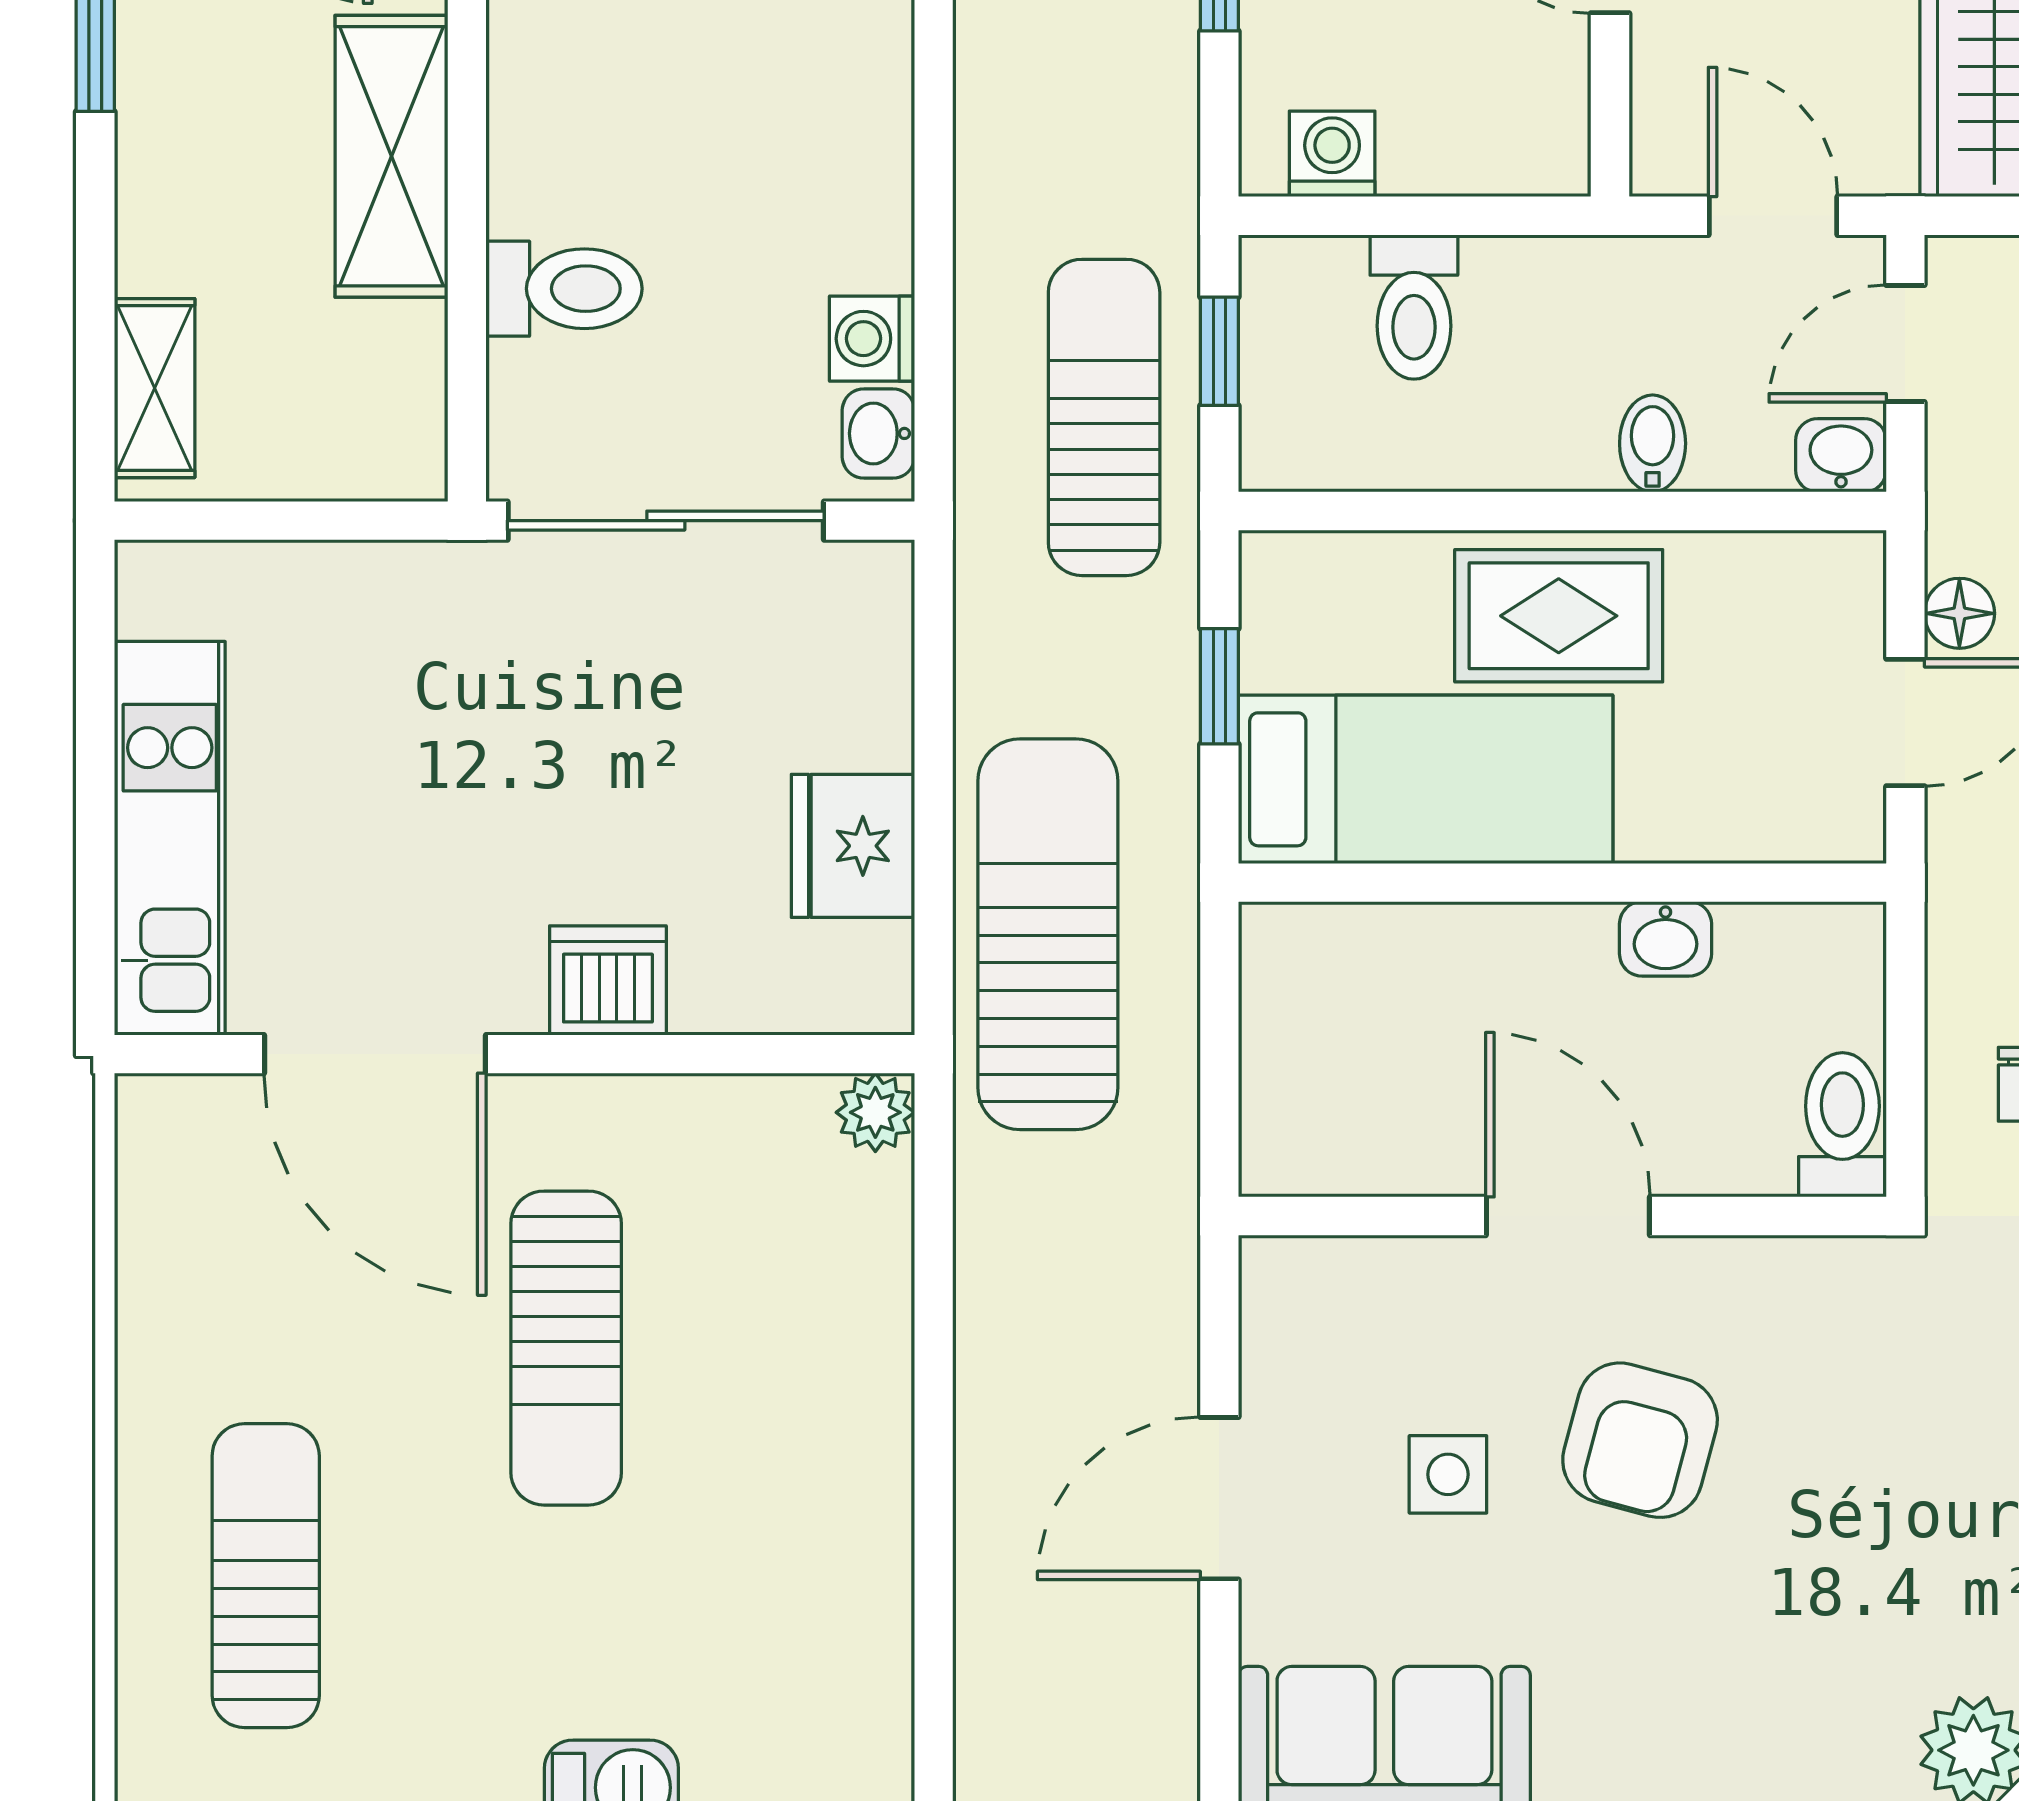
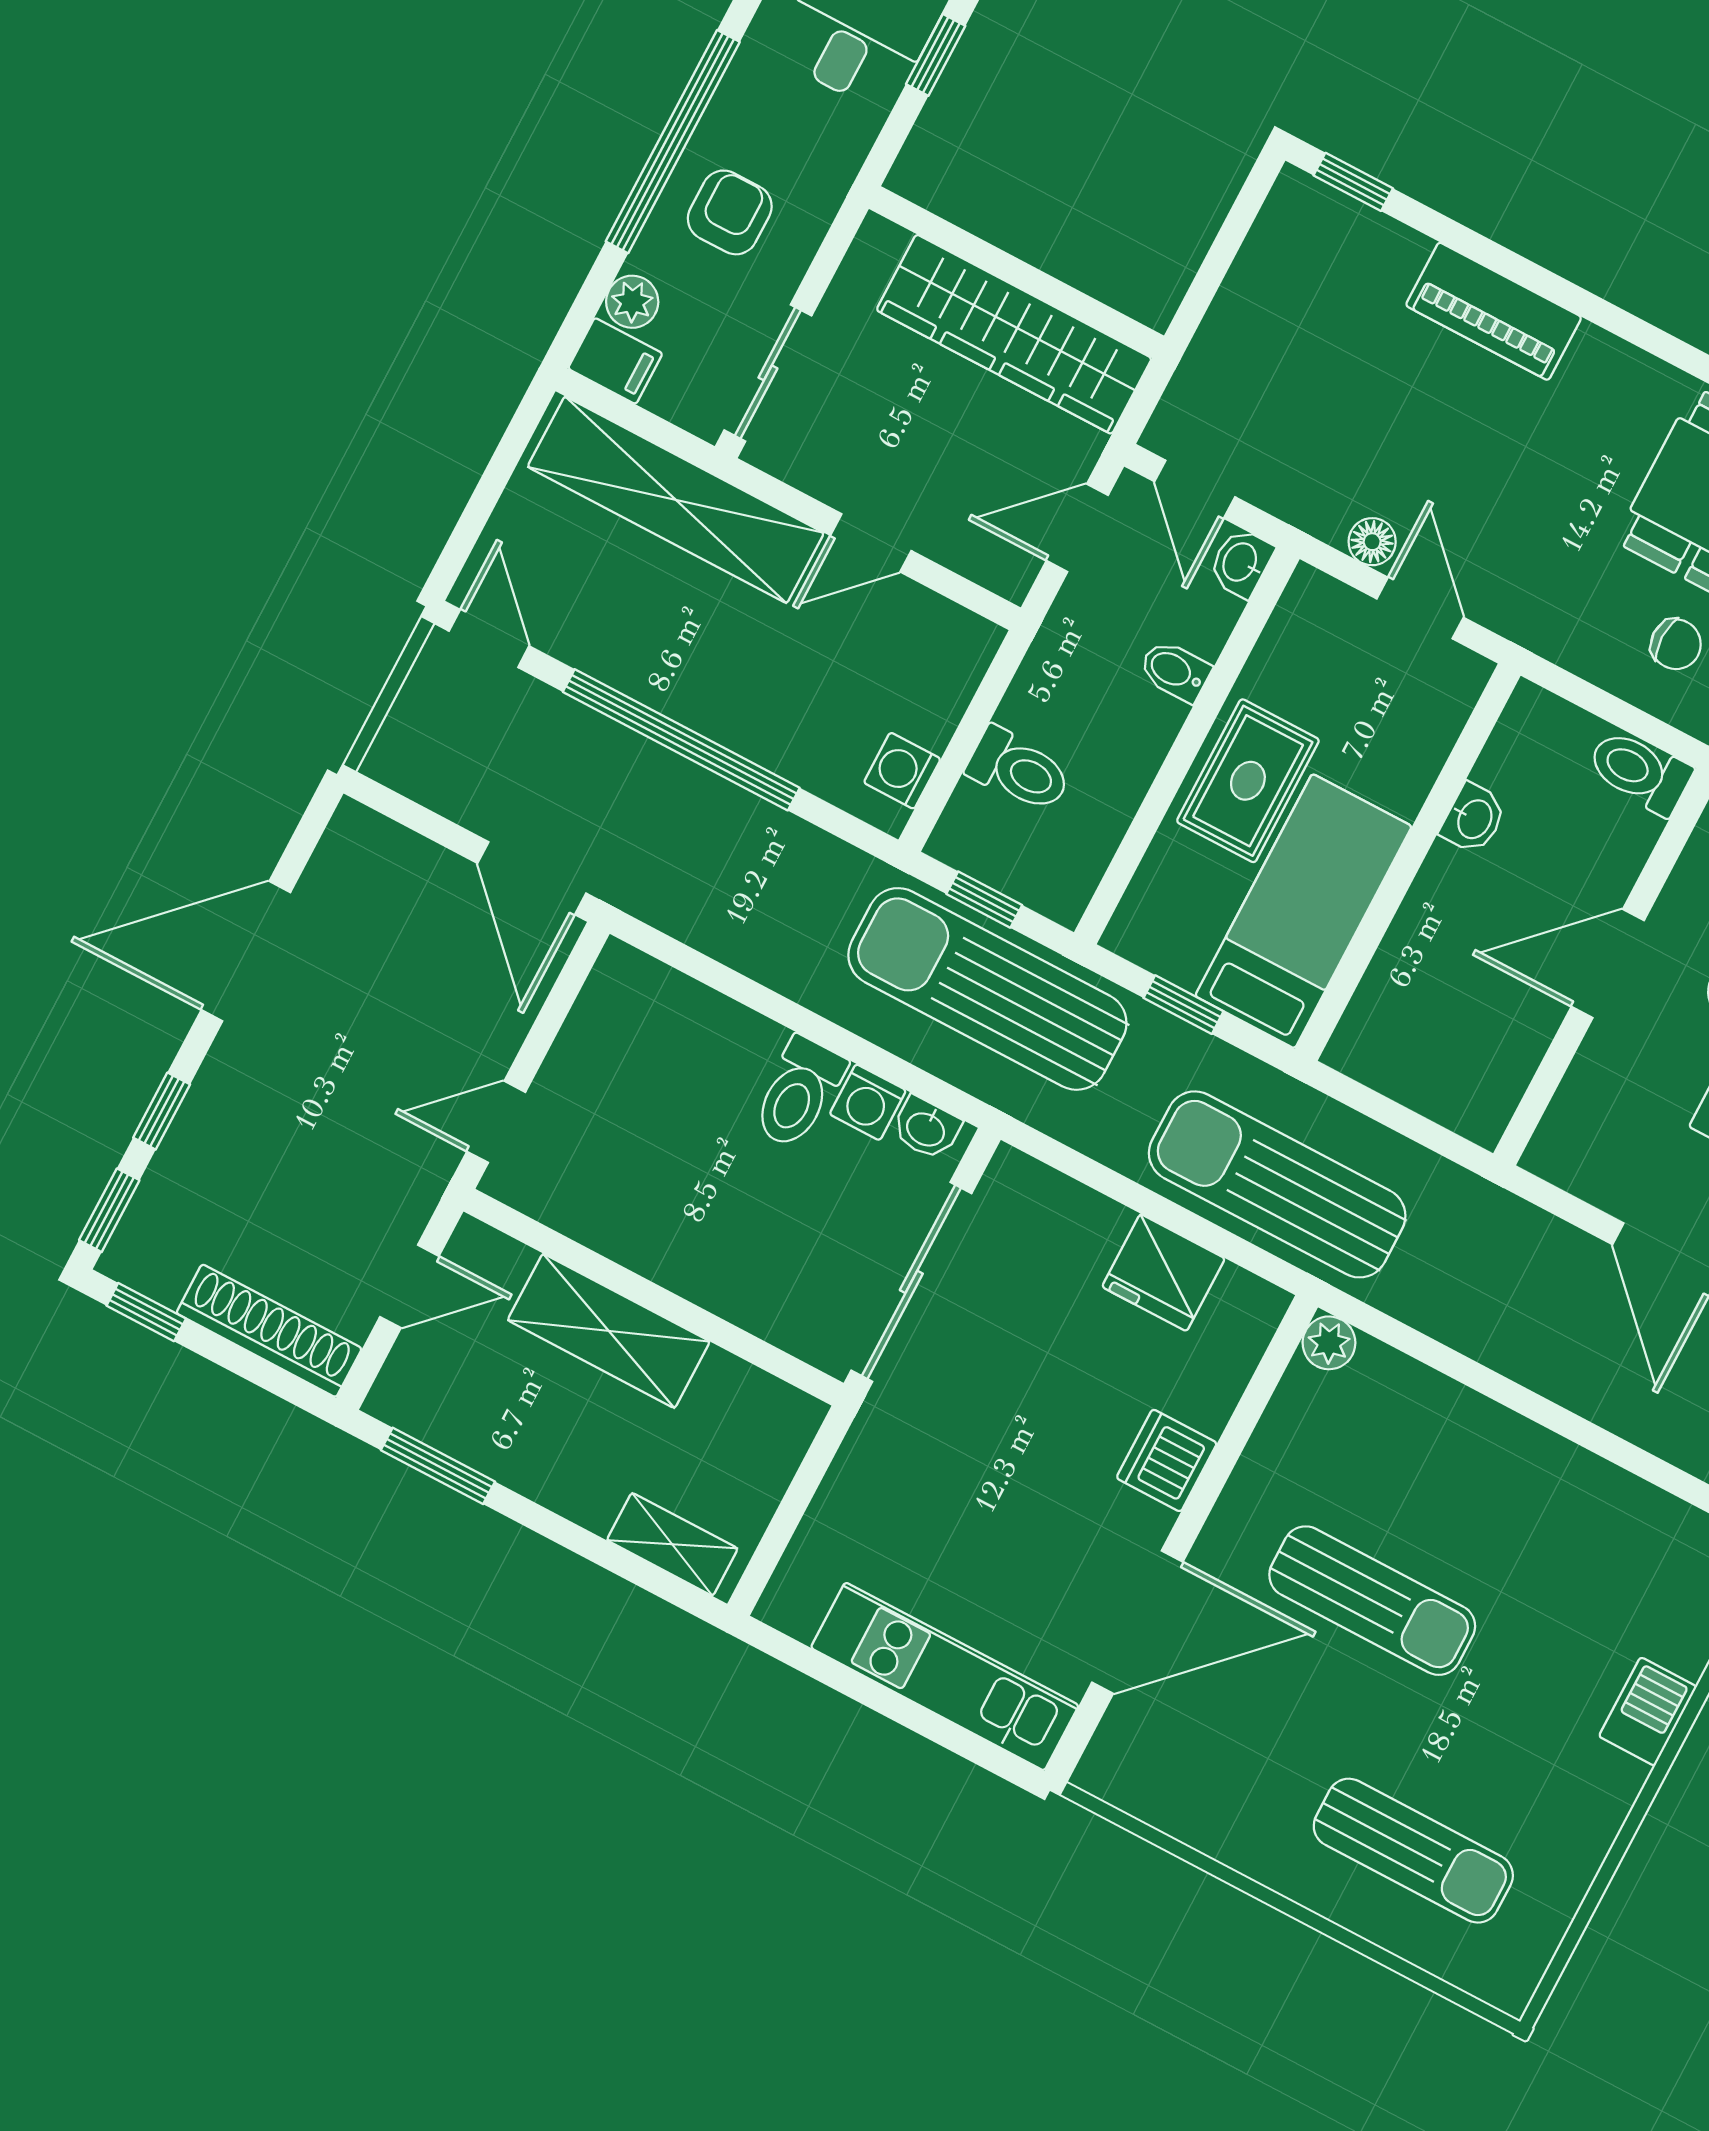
toilet: (564, 289) -> (799, 1093), moved, turned 180
sun lounger: (1104, 417) -> (987, 989), width x1.36, depth x1.34
sun lounger: (266, 1576) -> (1413, 1851), turned 180

